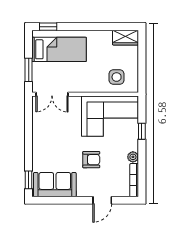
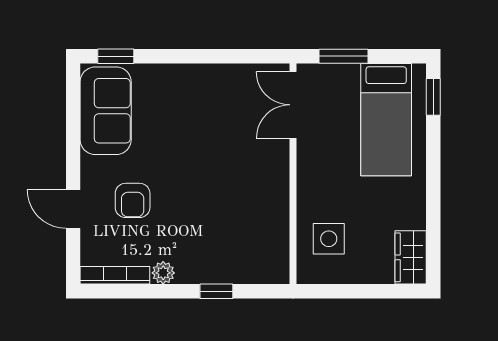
corner sofa: (110, 116) -> (248, 225), removed
armchair: (91, 160) -> (133, 200), moved

